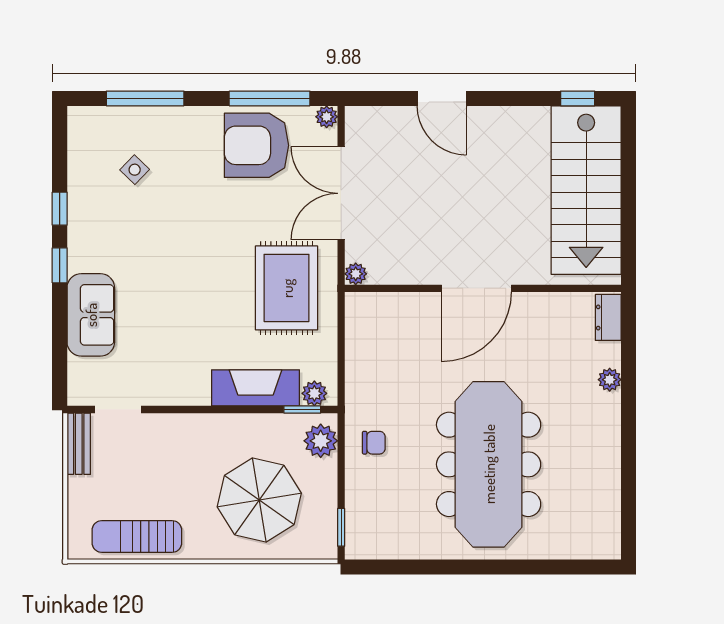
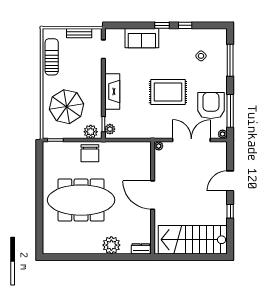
window: (578, 98) -> (230, 211), moved
rug: (287, 288) -> (168, 92), moved
plant: (610, 380) -> (111, 245), width x1.87, depth x1.87
fireplace: (255, 388) -> (112, 91), moved
chair: (374, 443) -> (90, 153), width x1.87, depth x1.87
bench: (79, 444) -> (79, 33), moved

